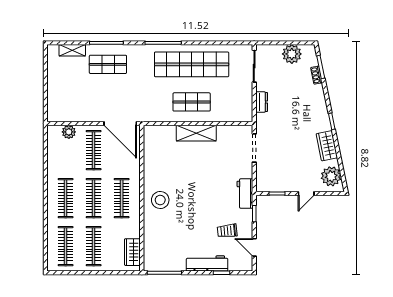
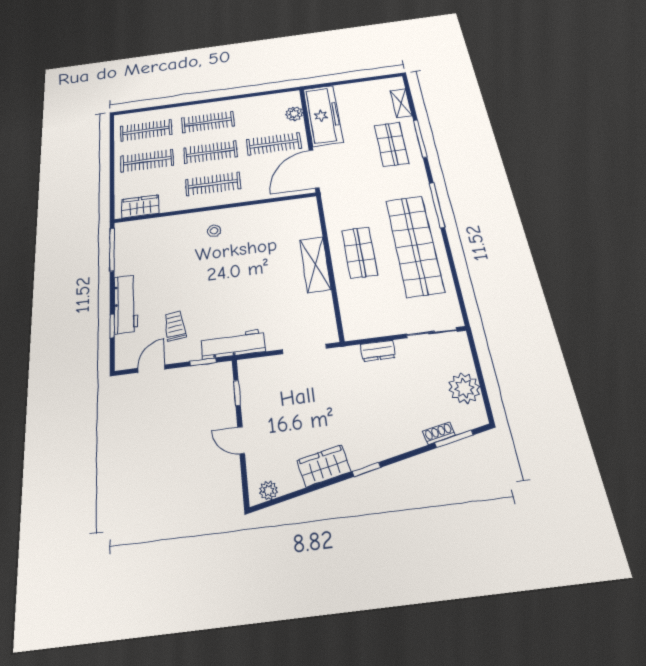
freezer: (74, 110) -> (323, 115), added
plant: (331, 176) -> (268, 490), width x0.53, depth x0.53
workbench: (245, 193) -> (233, 344), width x1.37
stool: (160, 200) -> (214, 231), width x0.53, depth x0.53

